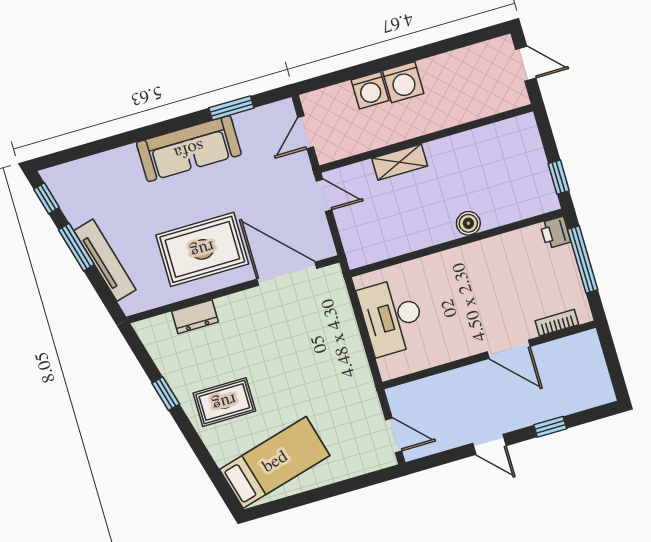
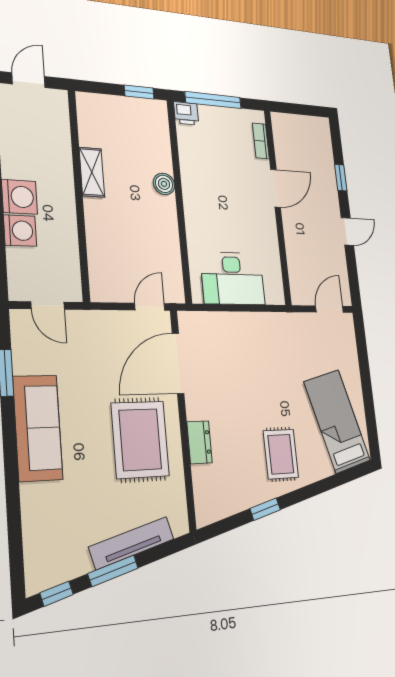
shelving: (400, 162) -> (92, 172), moved
door: (324, 195) -> (150, 307), moved
dresser: (195, 317) -> (200, 442), moved

